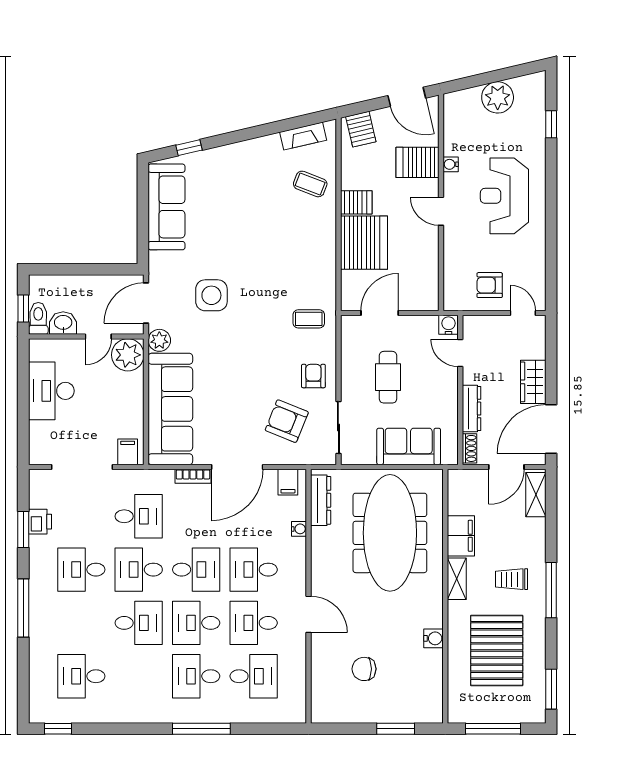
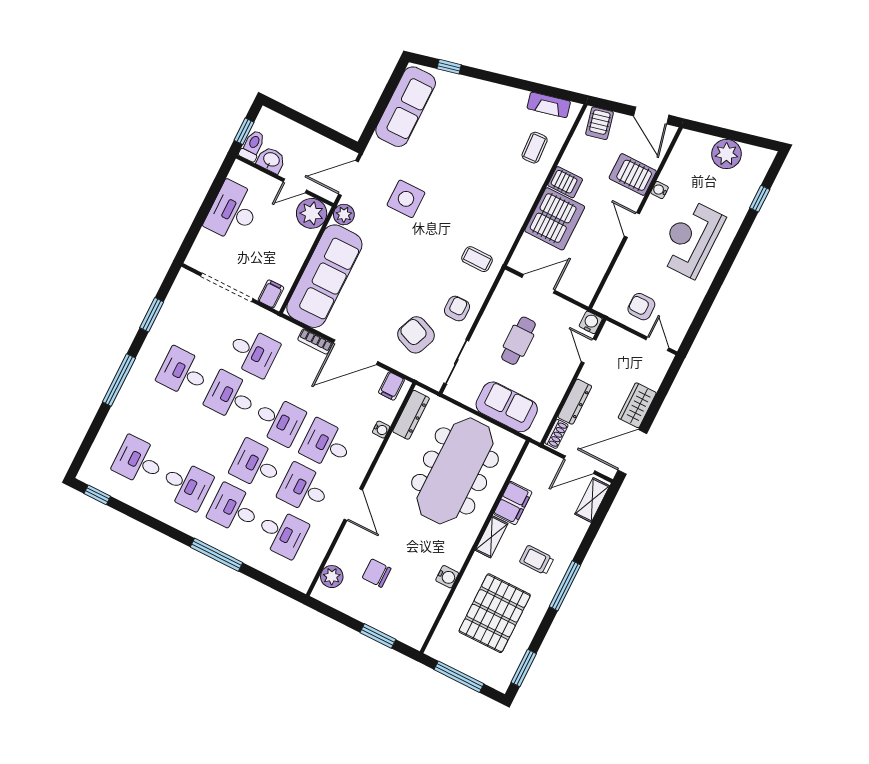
coffee table: (310, 184) -> (535, 148), turned 66
printer: (40, 522) -> (169, 315), removed
desk: (139, 623) -> (186, 485), moved
plant: (323, 694) -> (332, 577), added

